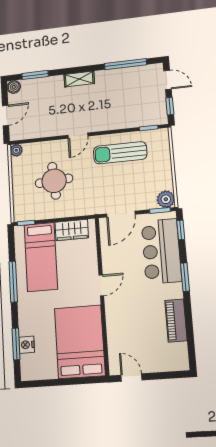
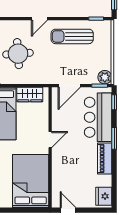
piano: (176, 321) -> (105, 158), moved
fridge: (178, 355) -> (104, 196), added

